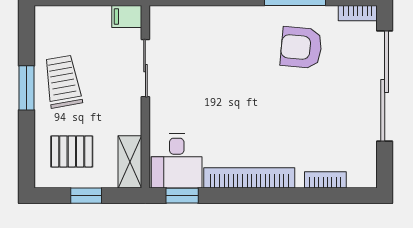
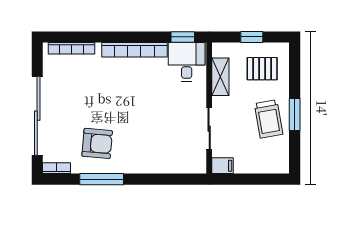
shelving: (130, 162) -> (220, 77), moved
bookcase: (325, 180) -> (71, 48), width x1.56

